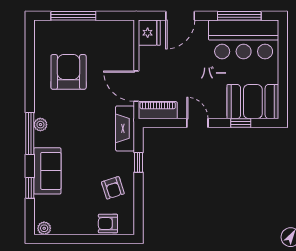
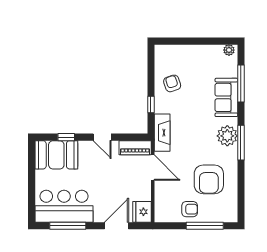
plant: (40, 125) -> (227, 136), width x1.88, depth x1.88
window: (30, 133) -> (241, 143), moved
window: (30, 188) -> (241, 83), width x2.17
armchair: (108, 224) -> (190, 209), moved

